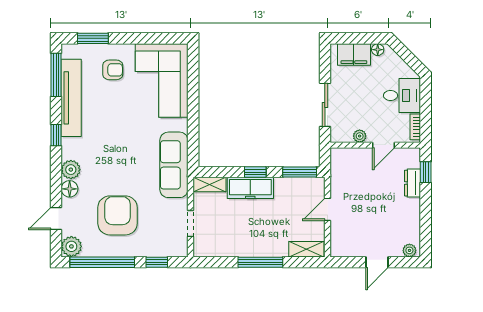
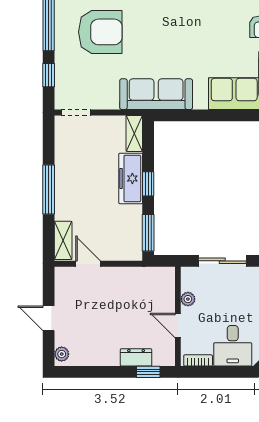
door: (328, 209) -> (88, 264), moved
doorway: (191, 223) -> (76, 112), moved

